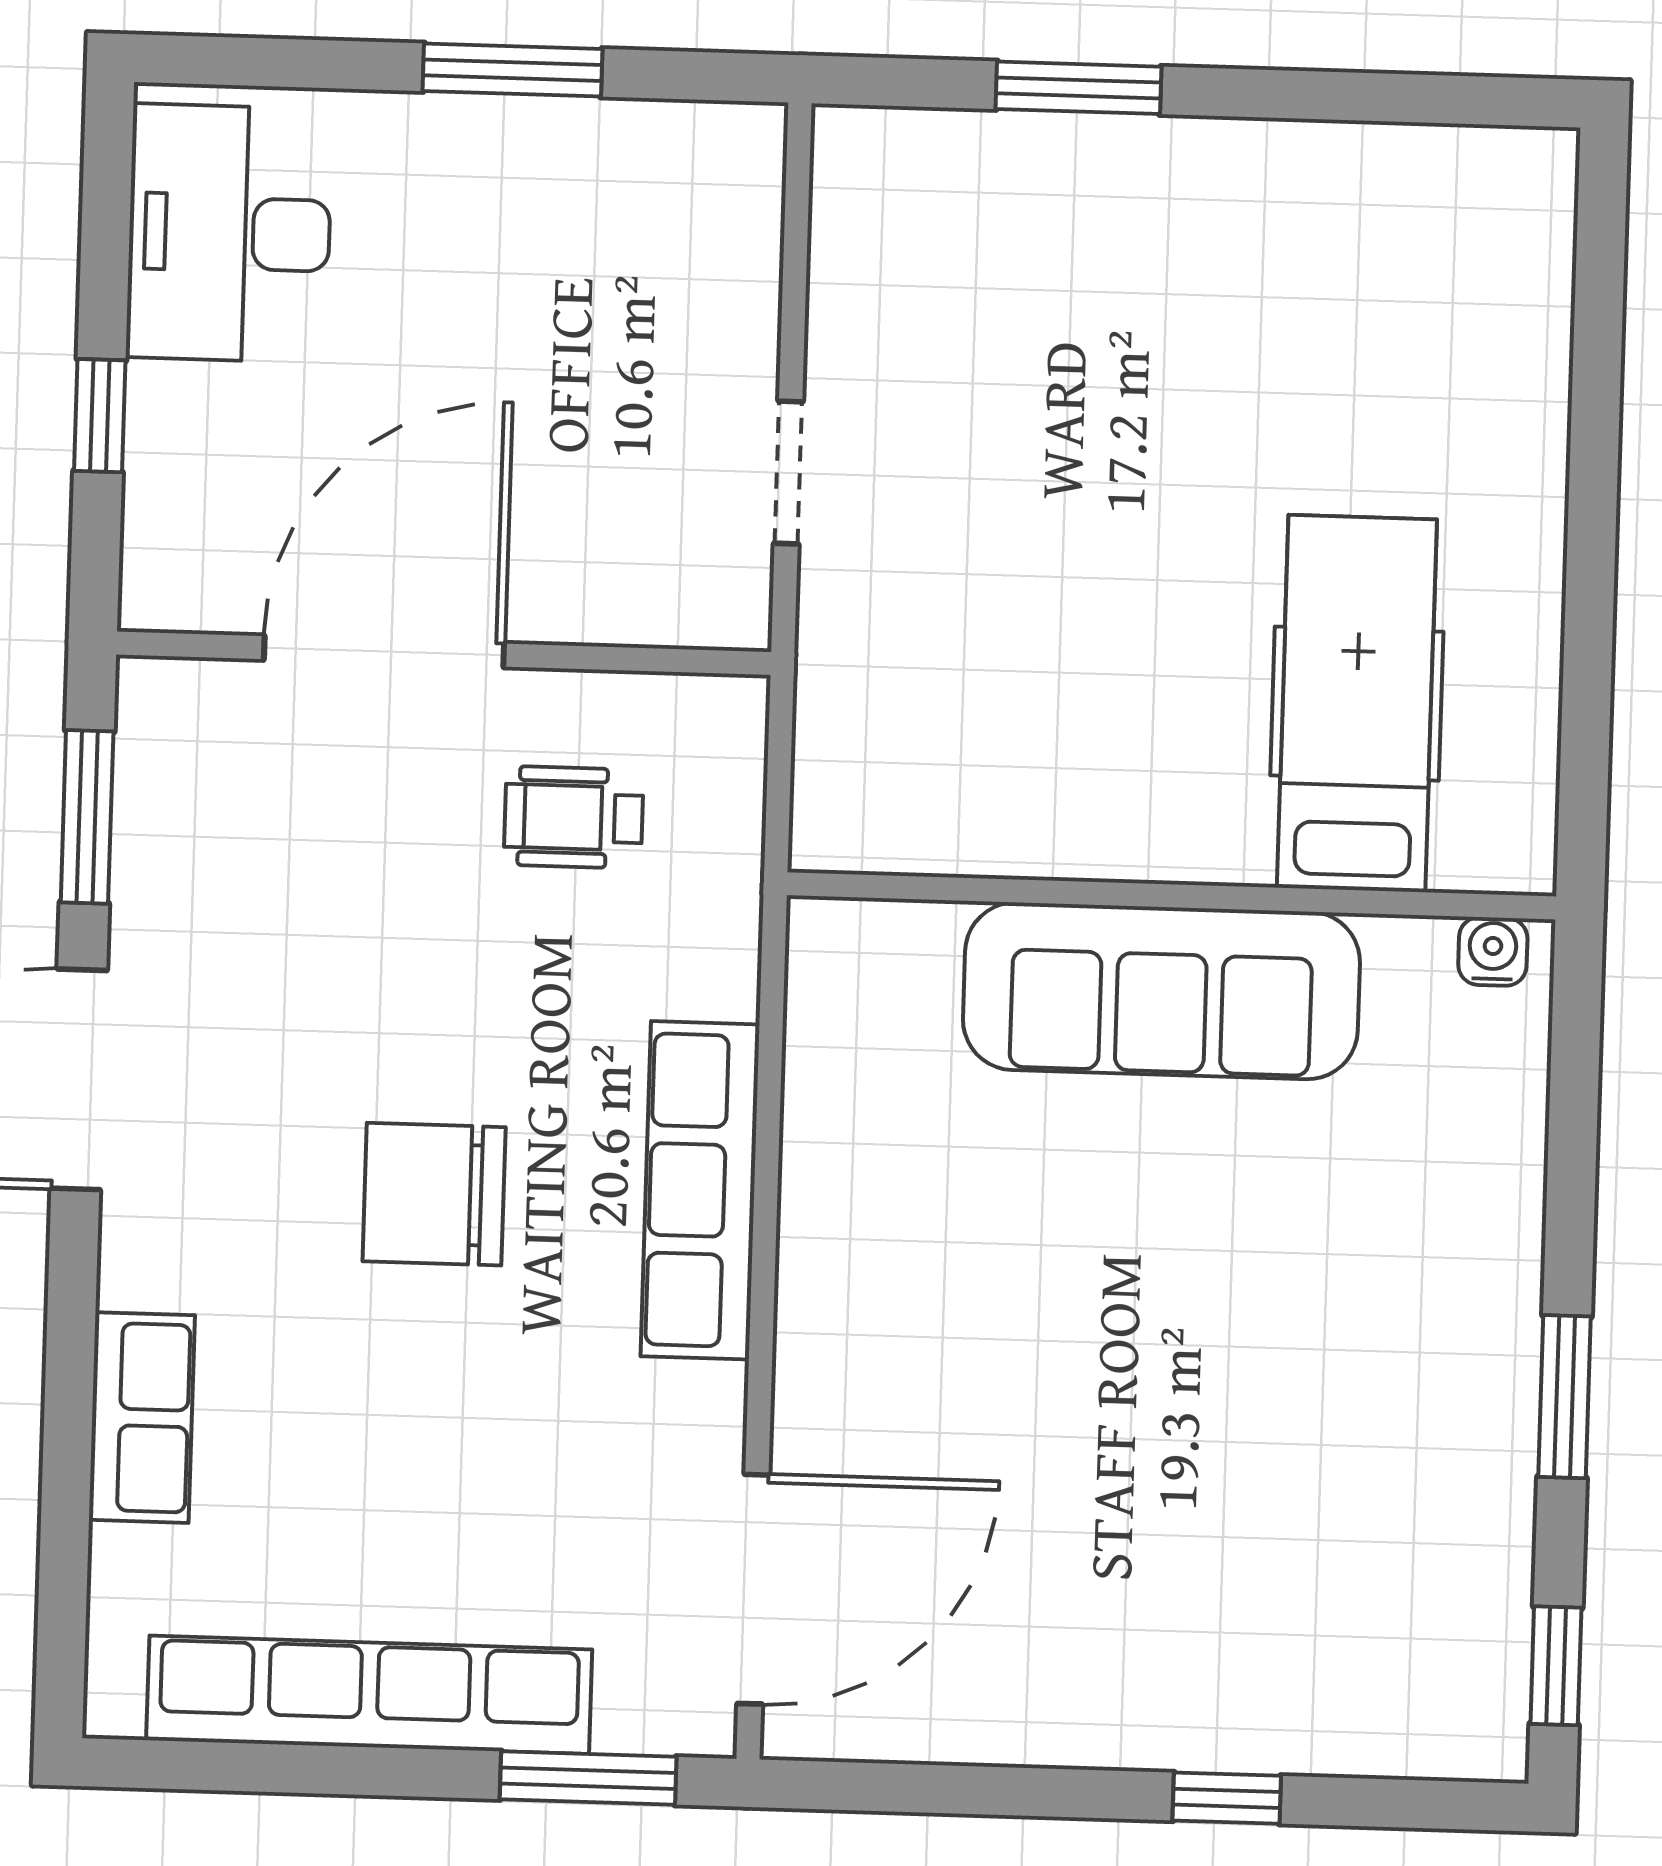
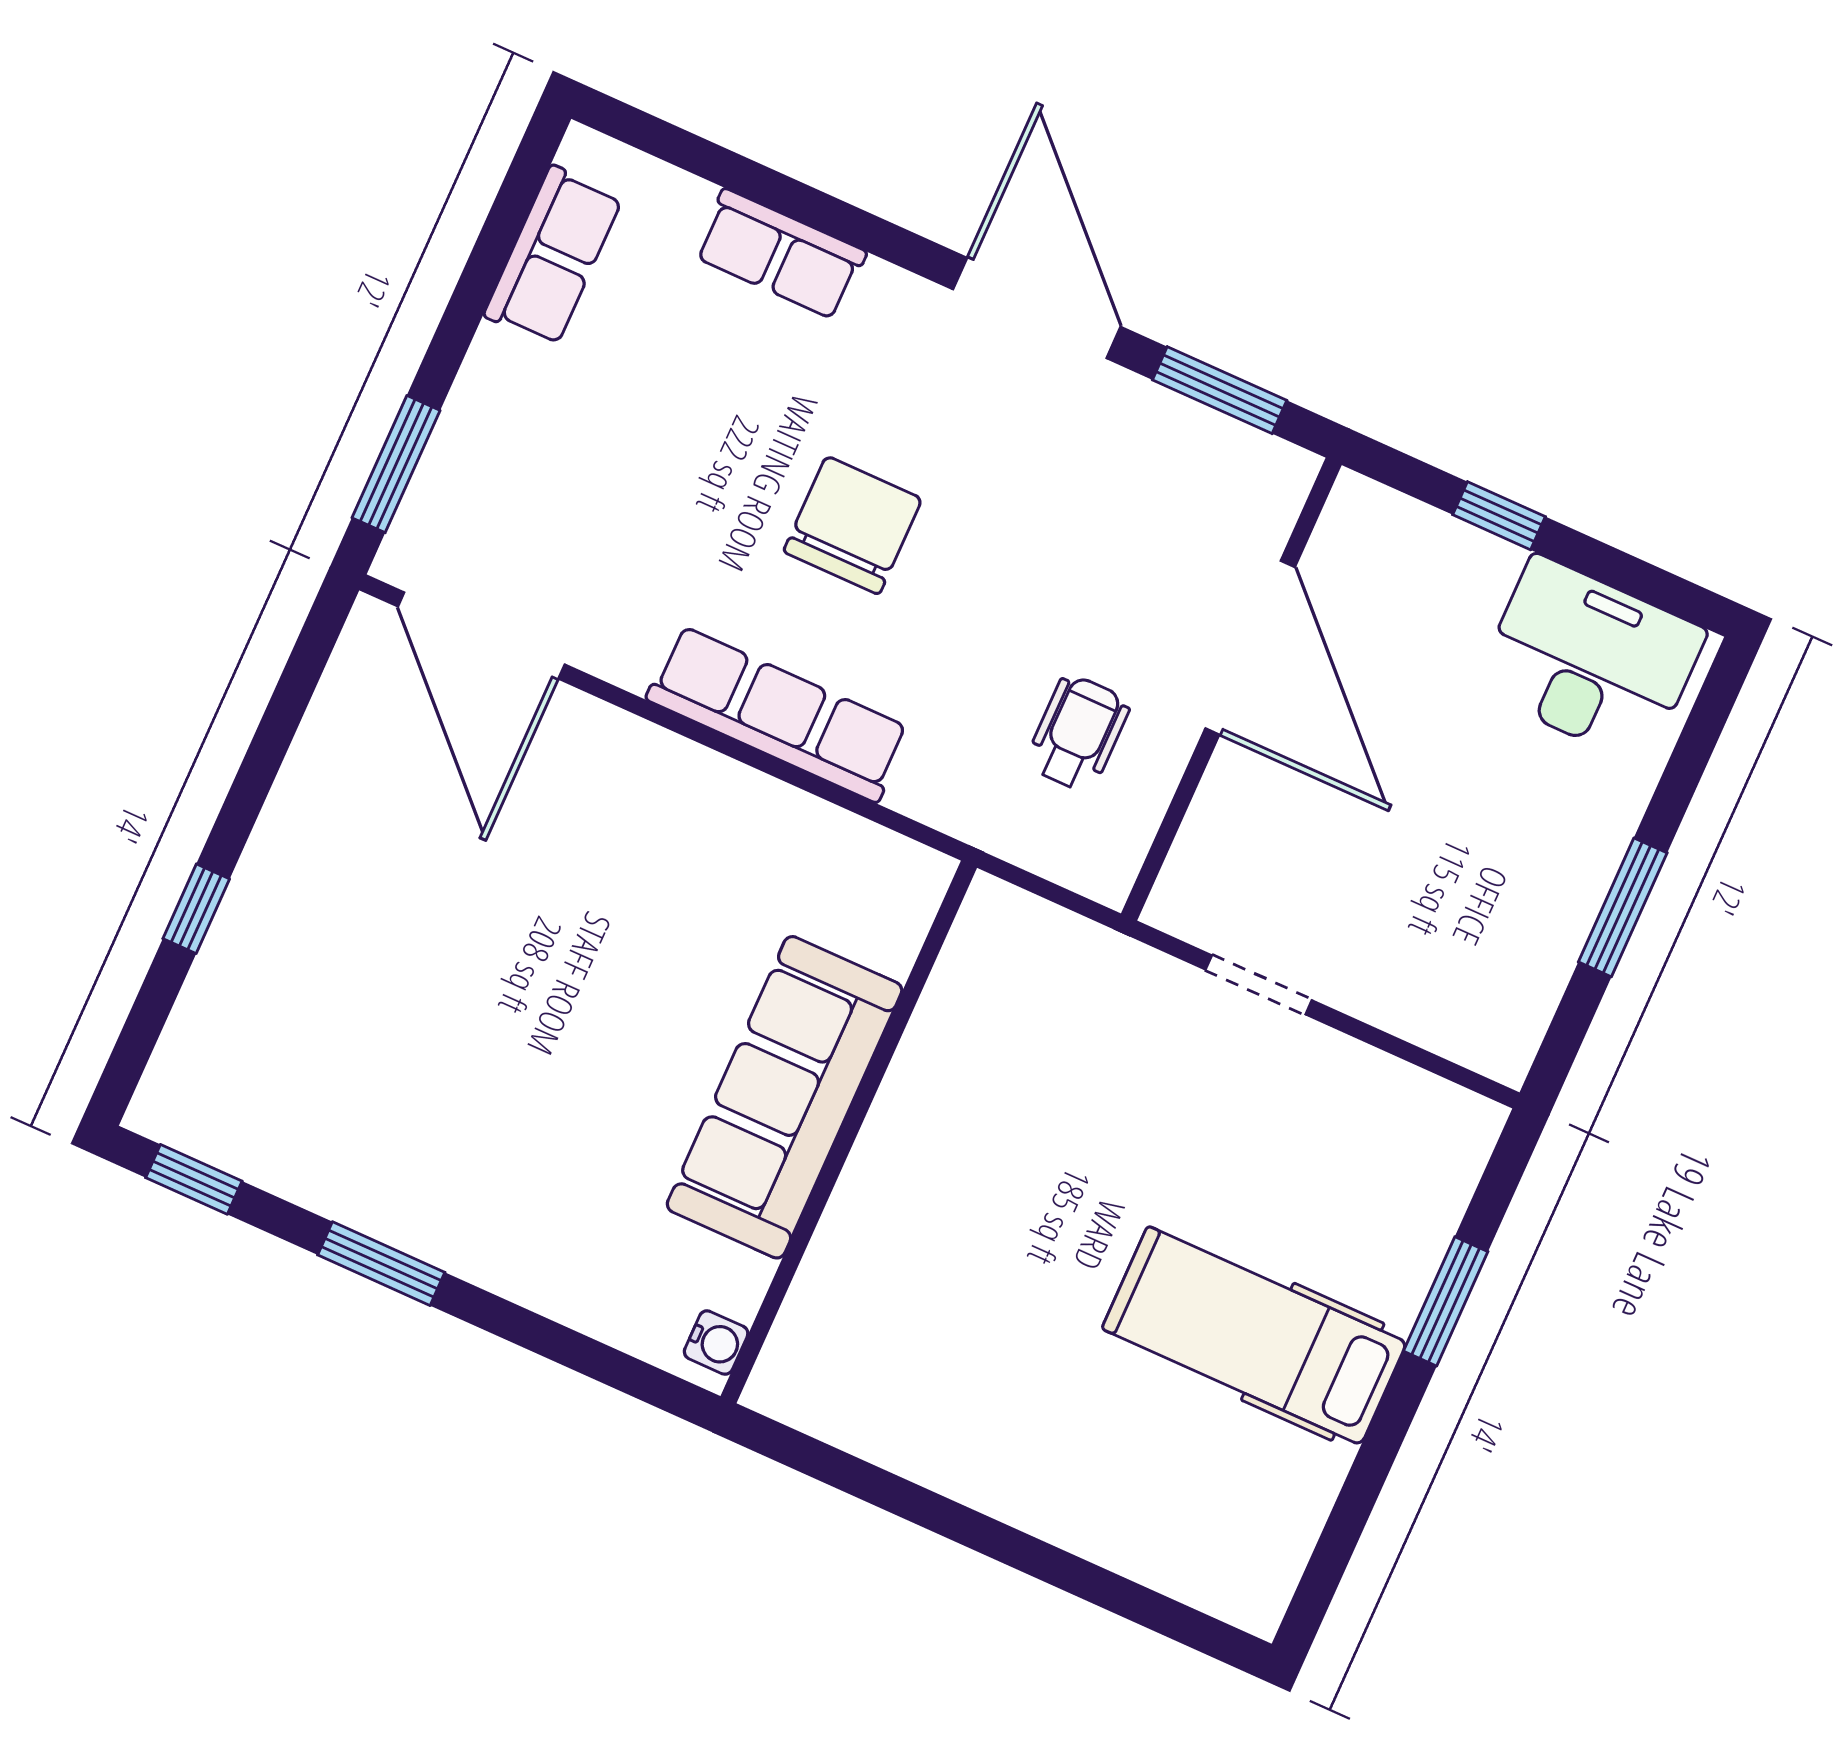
hospital bed: (1357, 704) -> (1254, 1336), moved, turned 180
row of seats: (369, 1695) -> (553, 256), width x0.50

